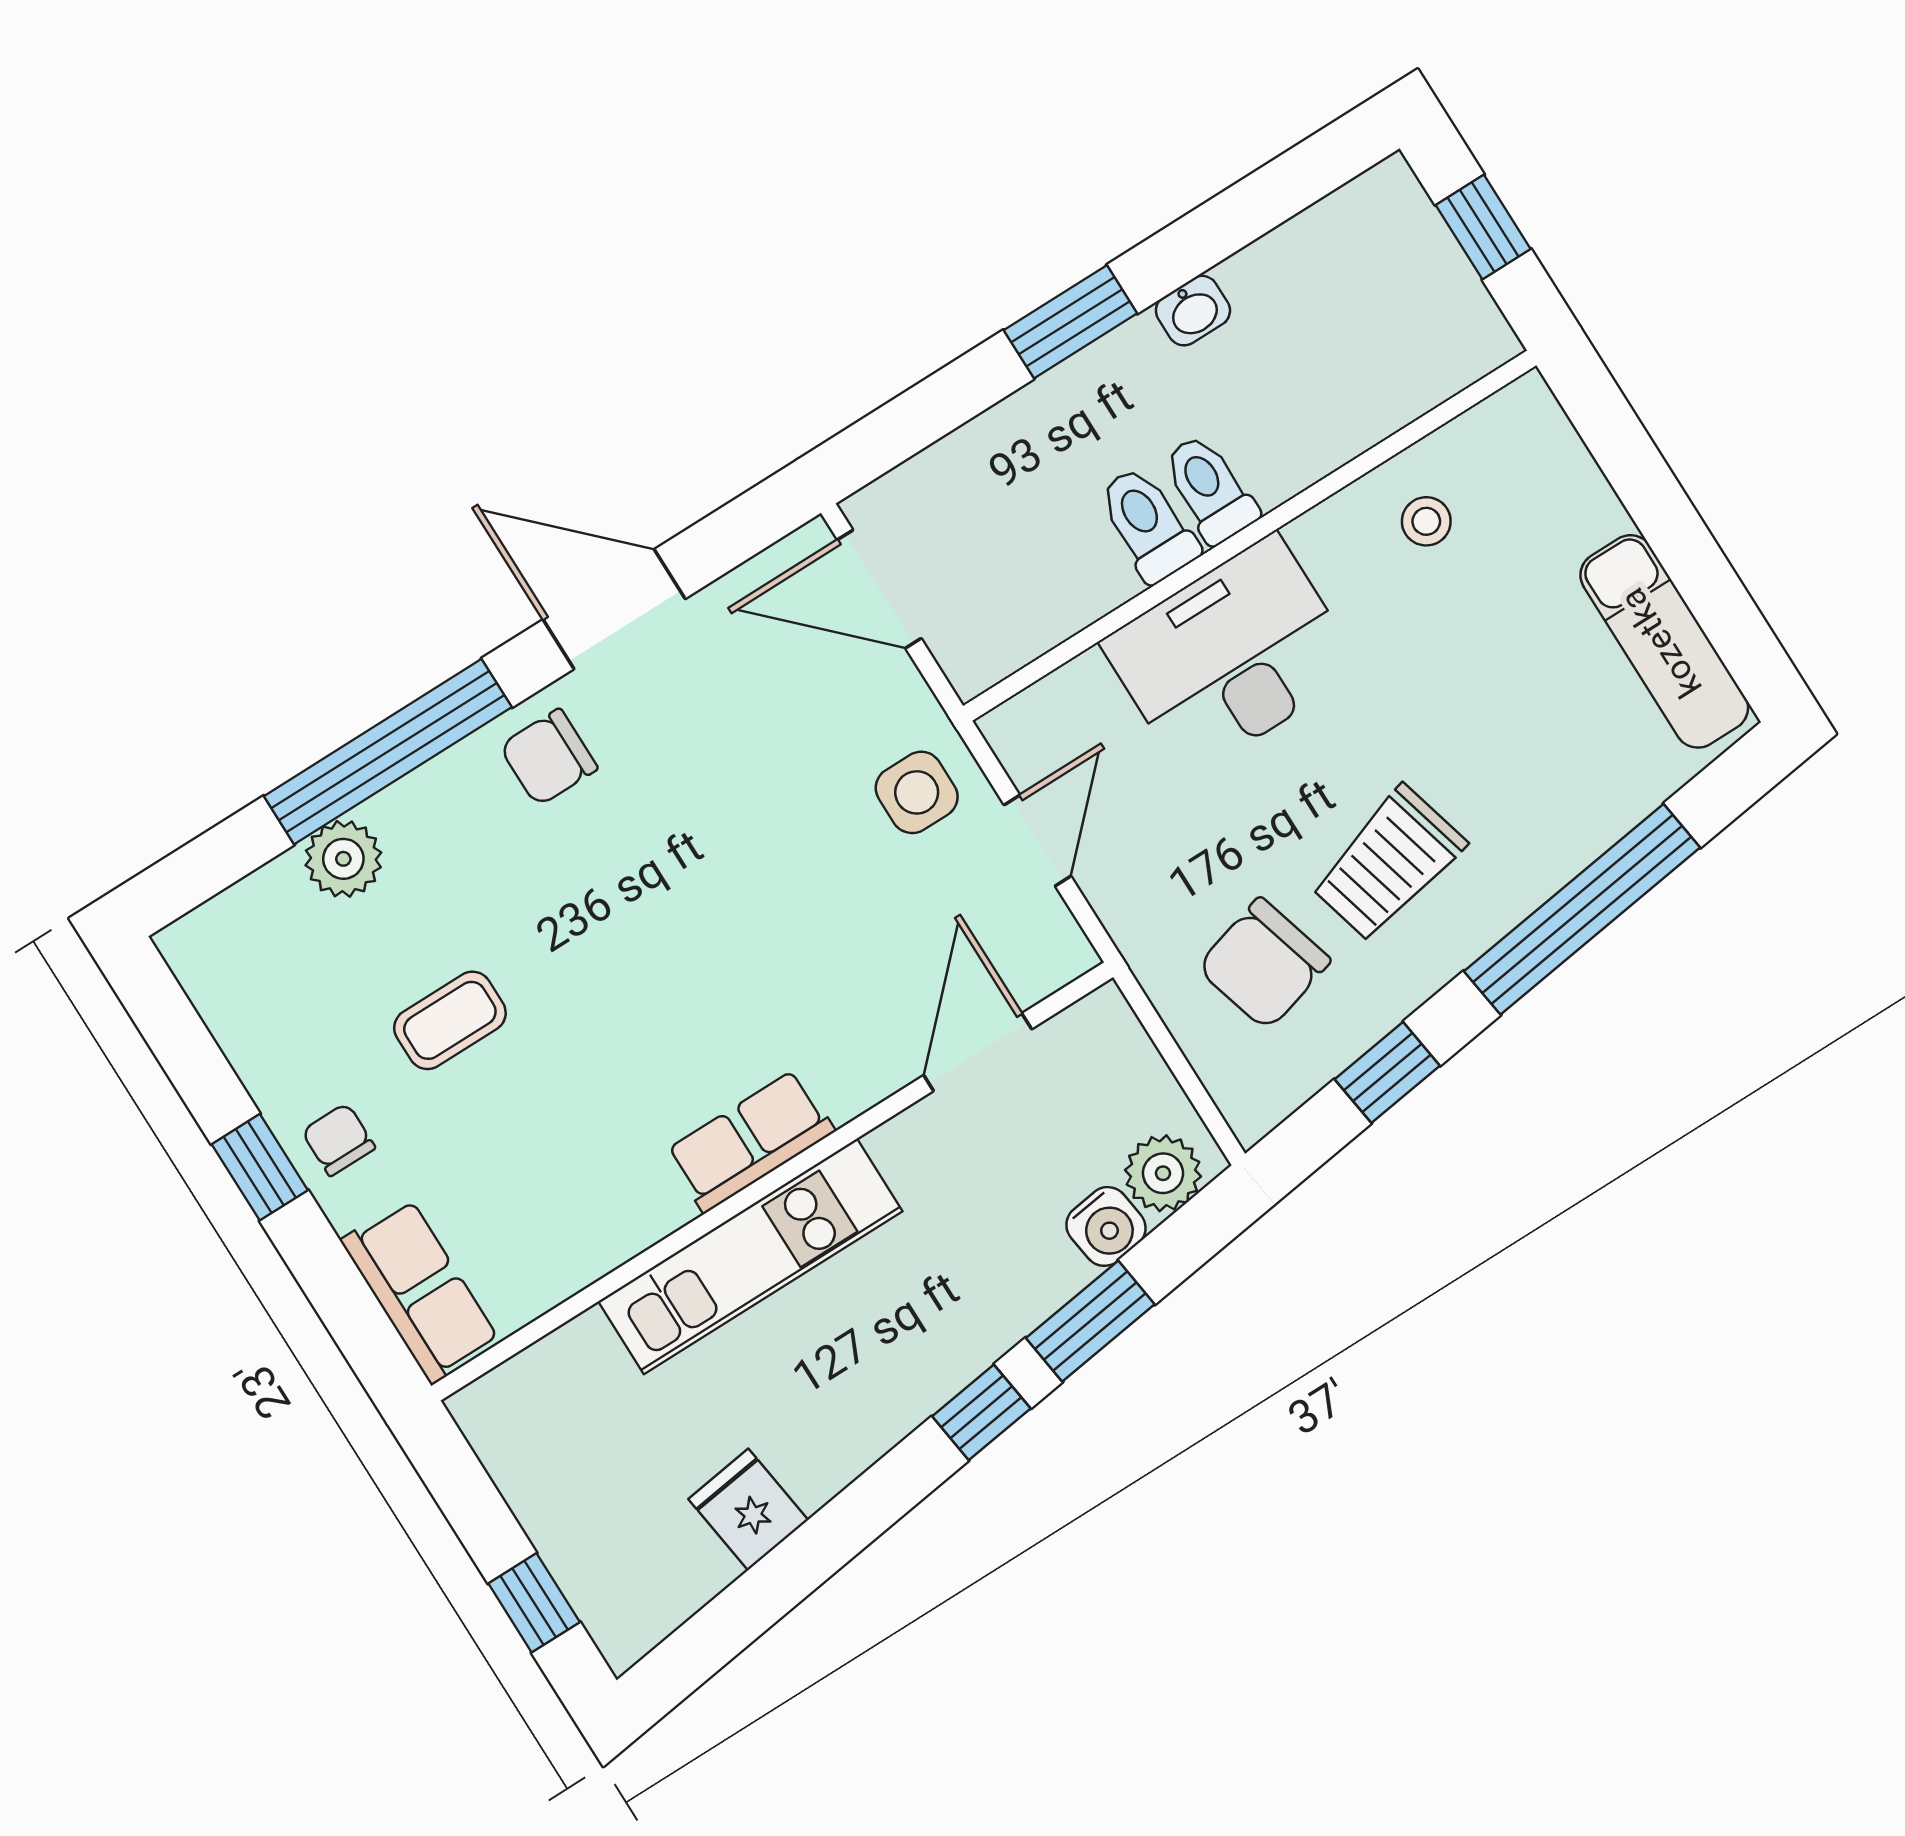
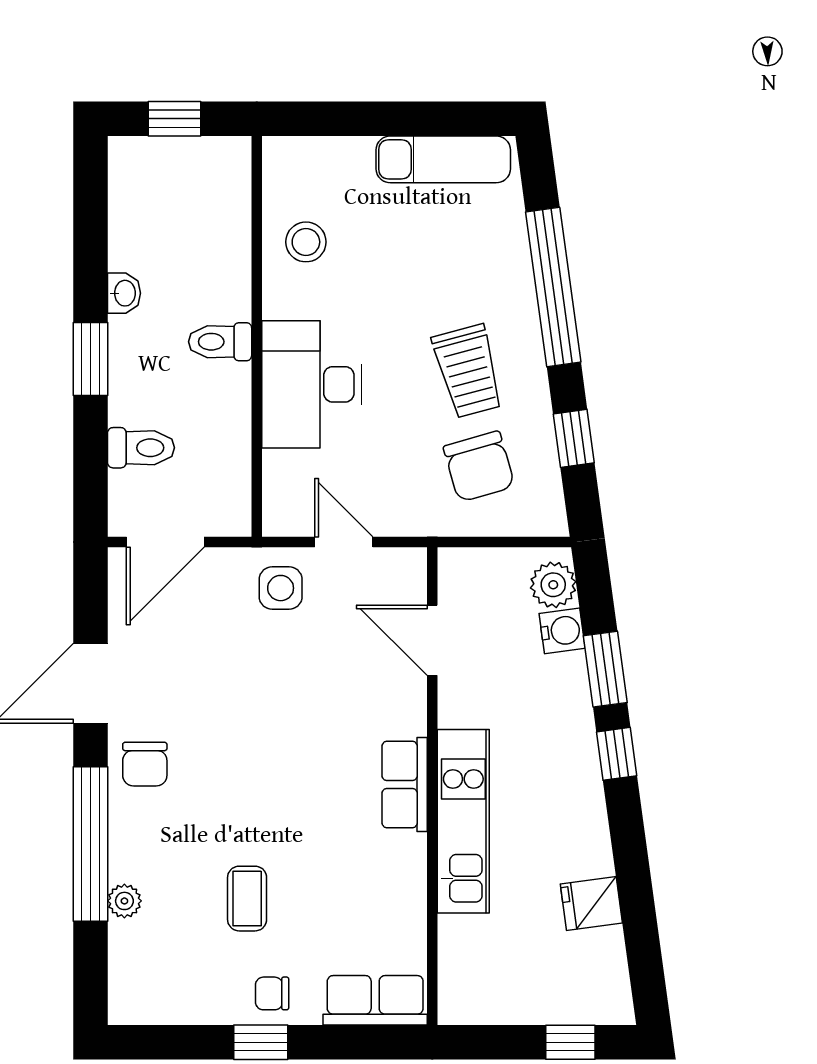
stool: (1426, 521) -> (306, 242), width x1.37, depth x1.37
toilet: (1148, 524) -> (141, 448), moved, turned 180
plant: (343, 859) -> (124, 901), width x0.73, depth x0.73

